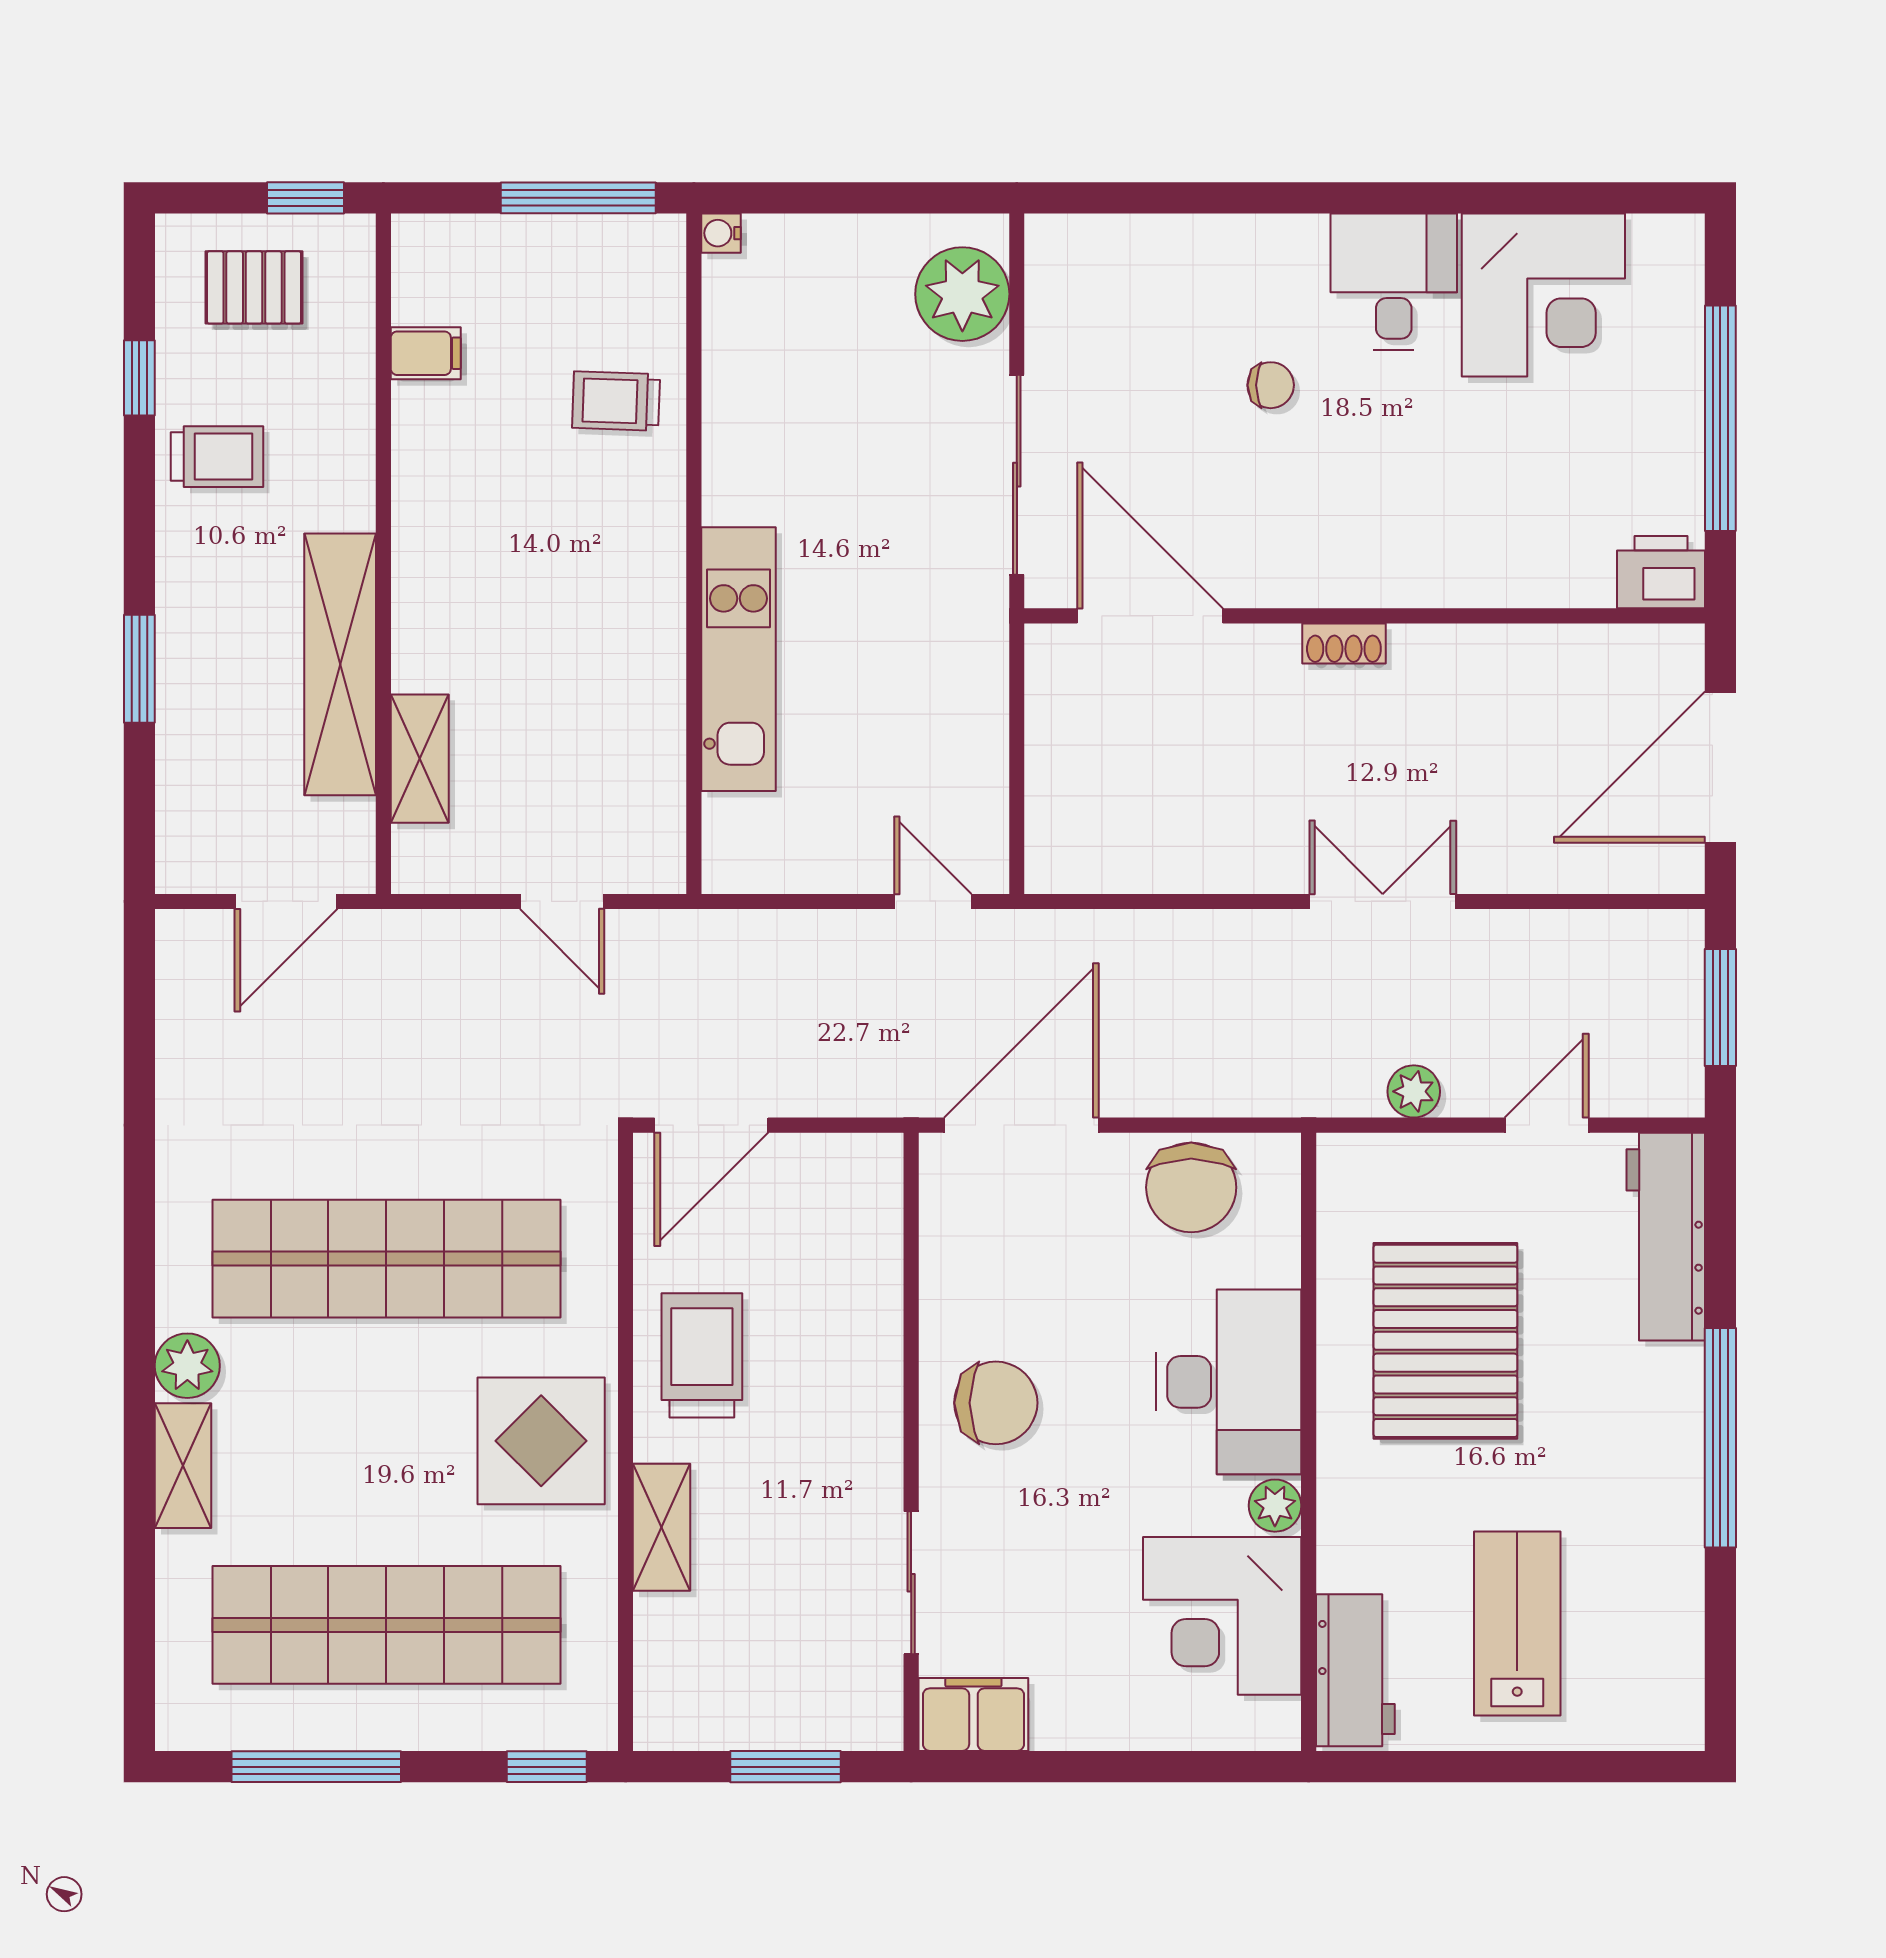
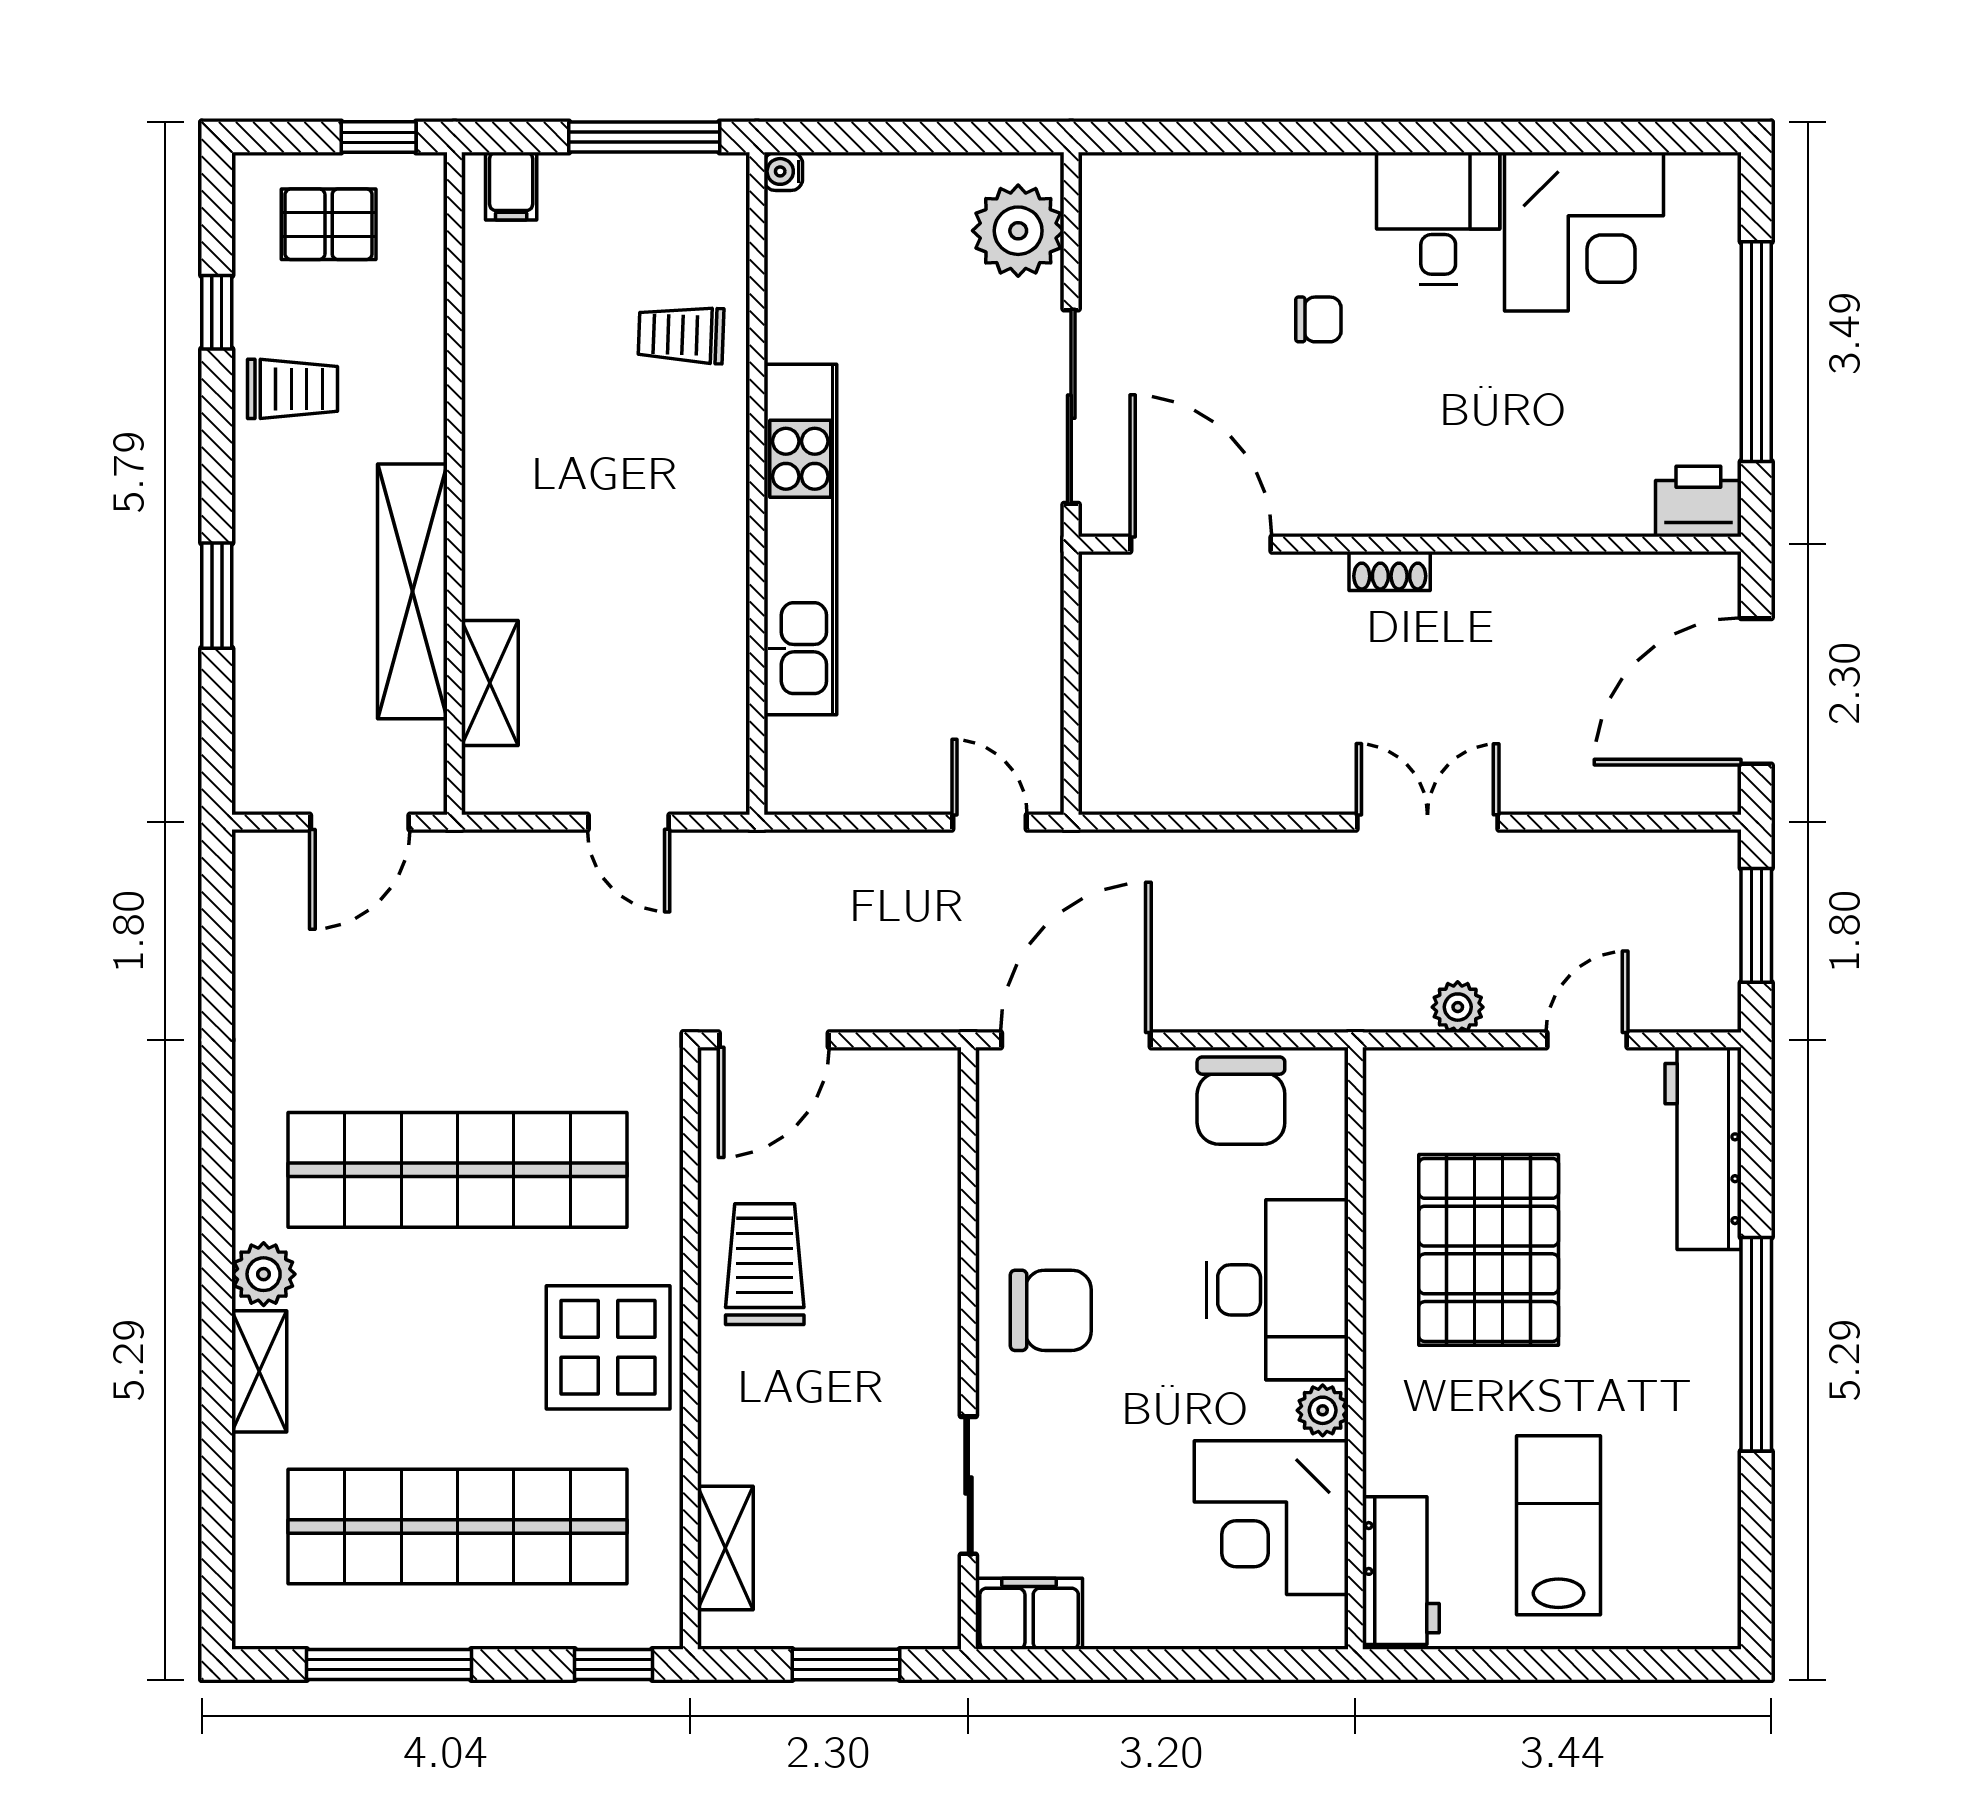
filing cabinet: (426, 353) -> (511, 186), moved, turned 90
kitchen unit: (739, 659) -> (800, 539), width x1.36
shelving: (662, 1527) -> (725, 1548), moved

